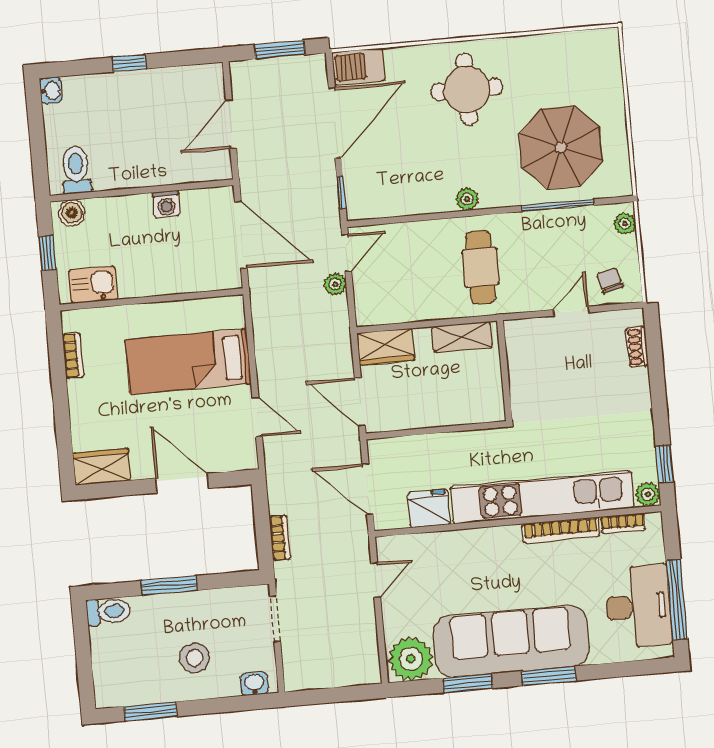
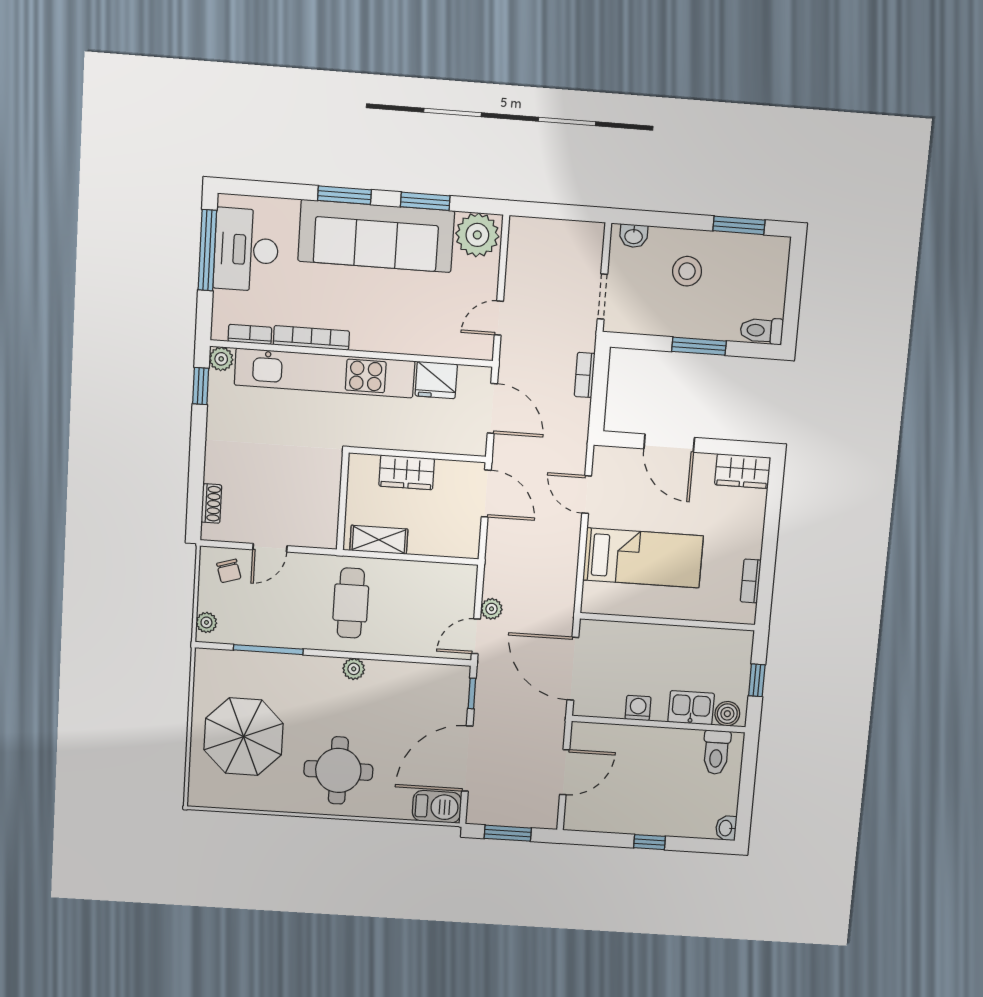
parasol: (561, 147) -> (244, 737), moved
kitchen sink: (93, 285) -> (691, 708), moved, turned 180
wardrobe: (386, 347) -> (407, 472), moved, turned 180

